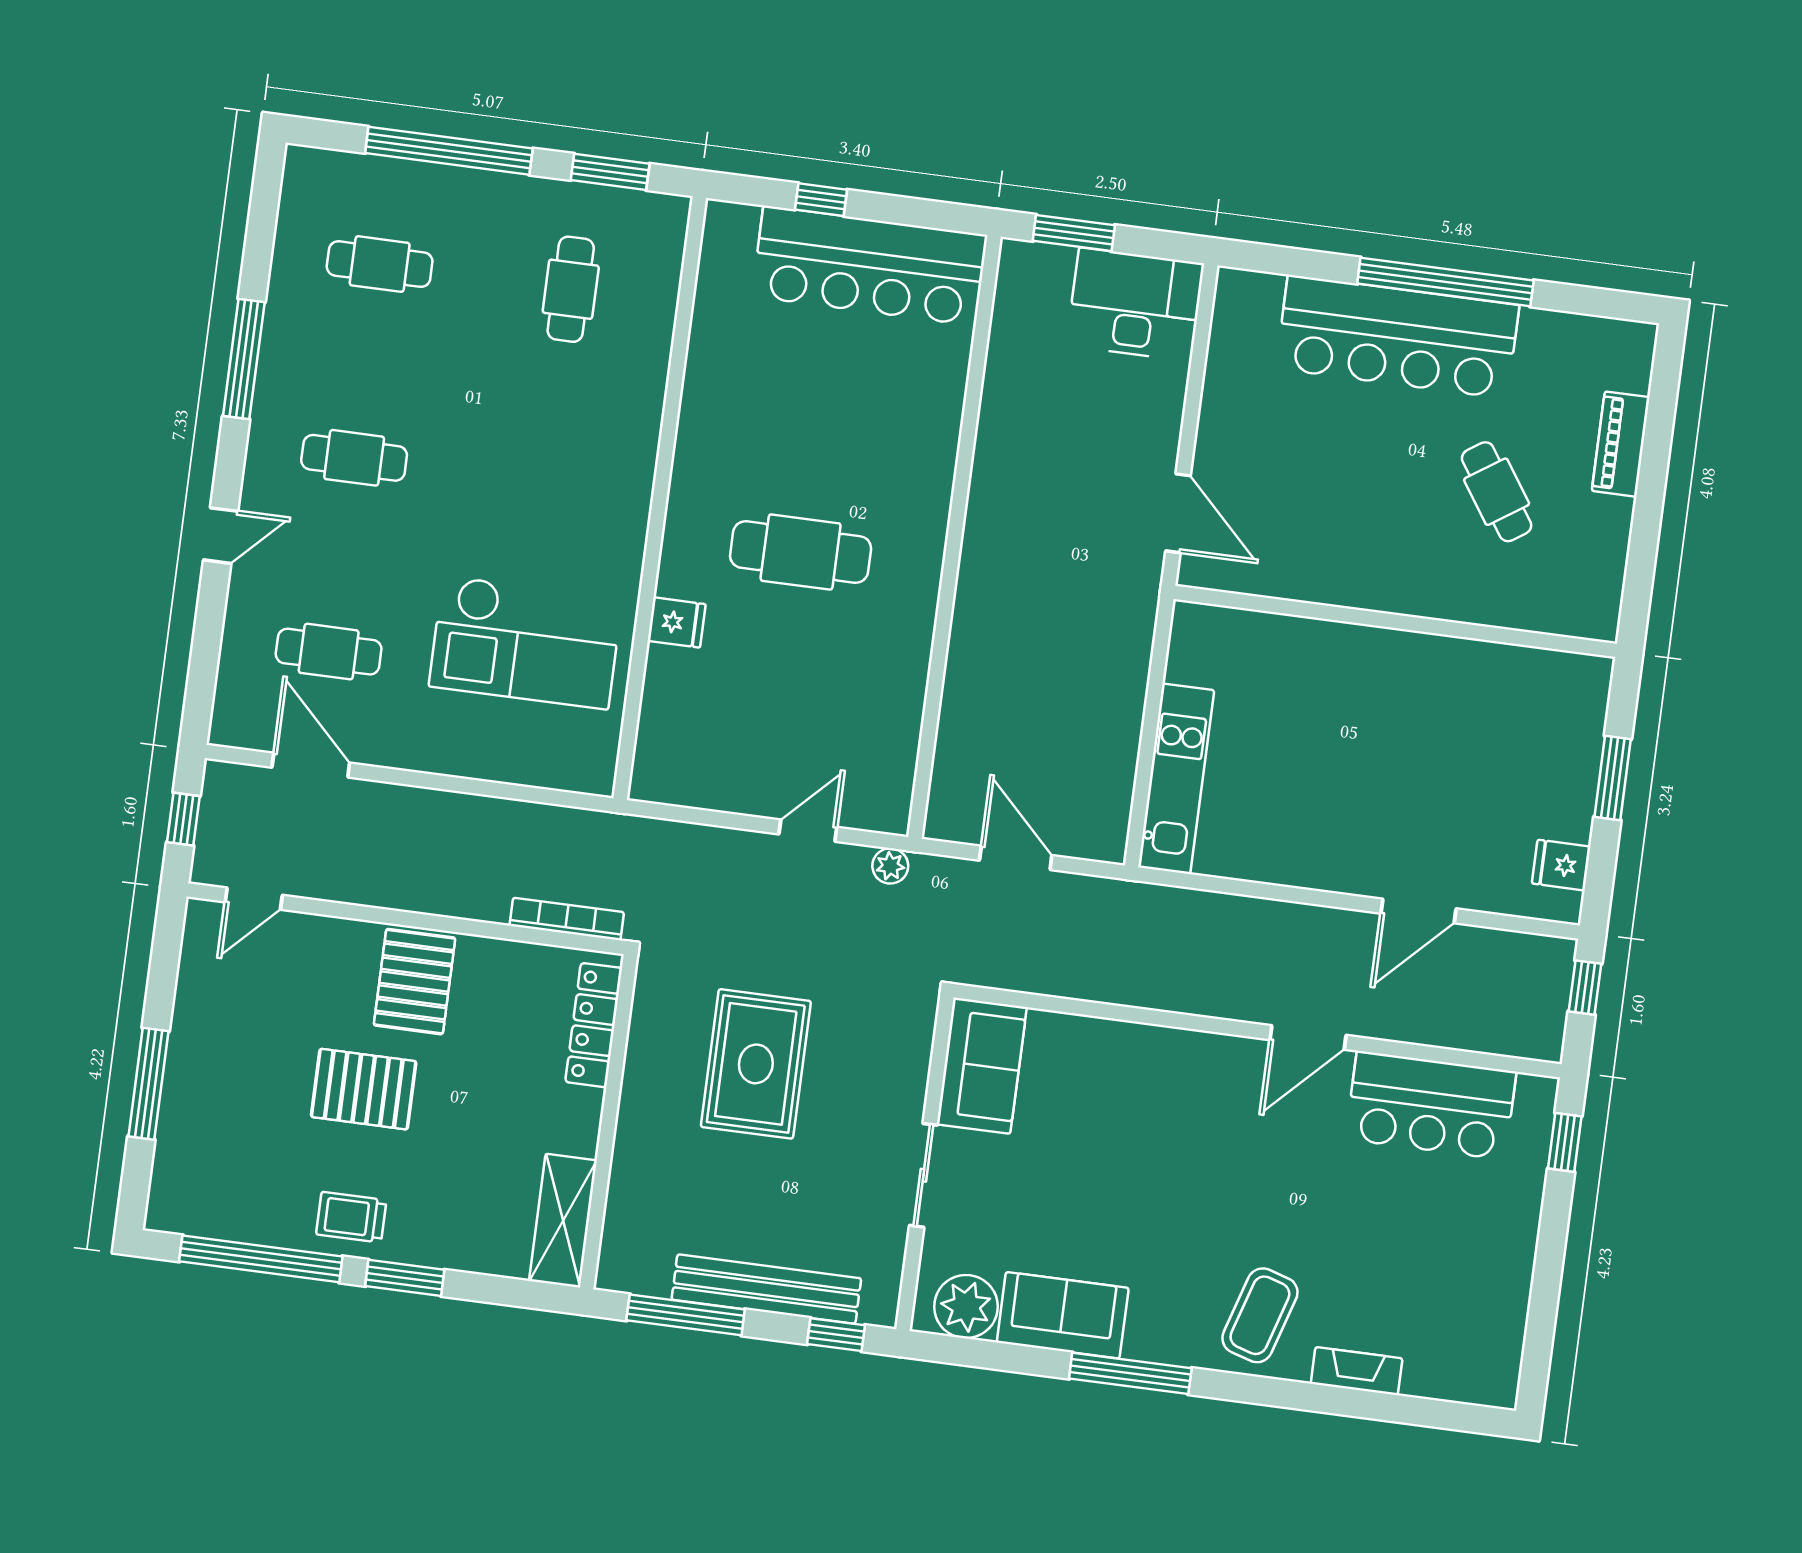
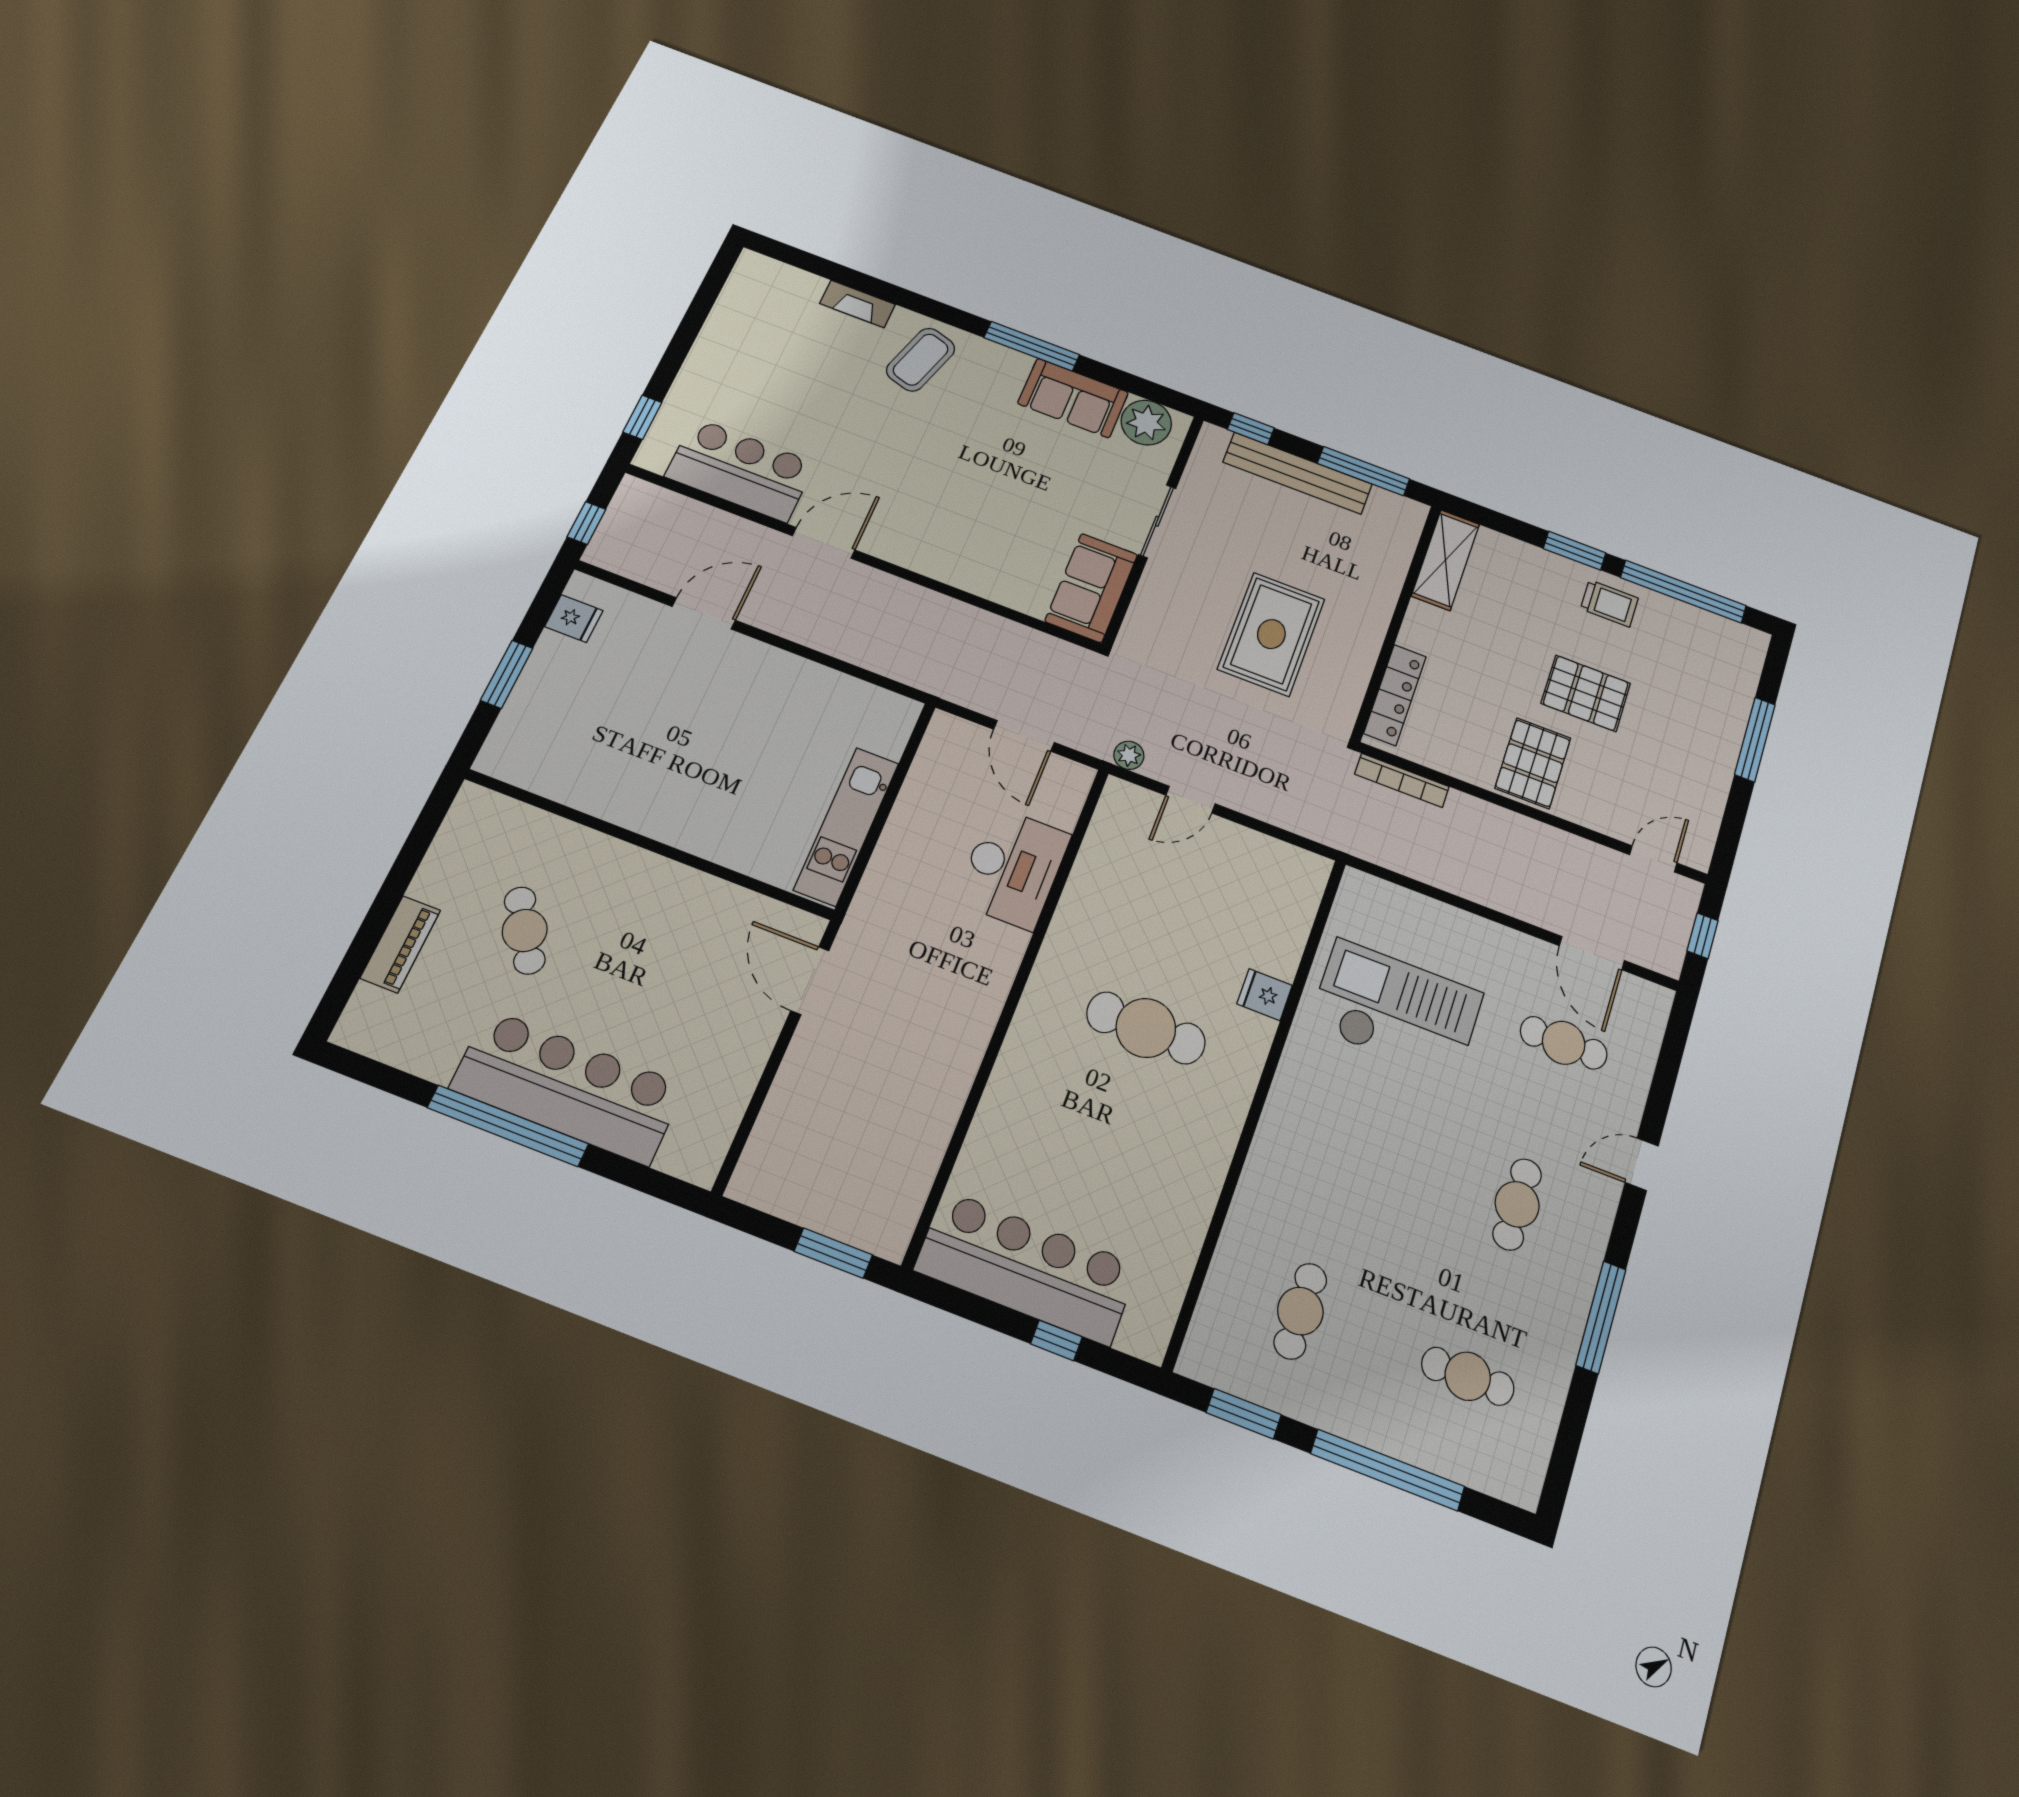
desk: (1135, 304) -> (1013, 868), moved, turned -90
cafe table: (354, 458) -> (1517, 1204), turned 90
kitchen unit: (1176, 779) -> (846, 826), moved

